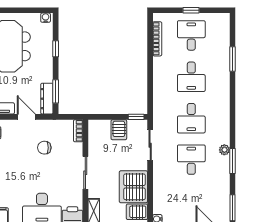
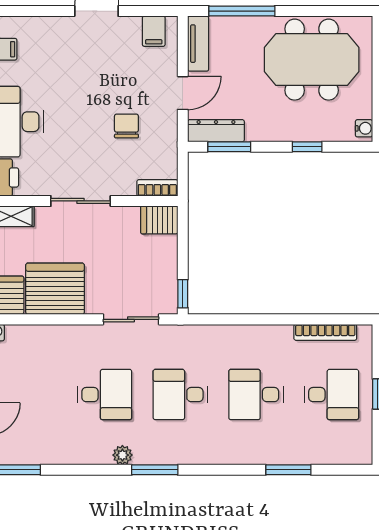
server rack: (119, 130) -> (159, 220), moved
window: (232, 161) -> (155, 470), moved

